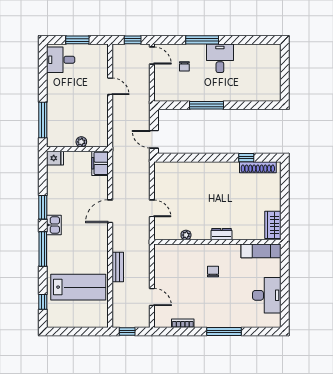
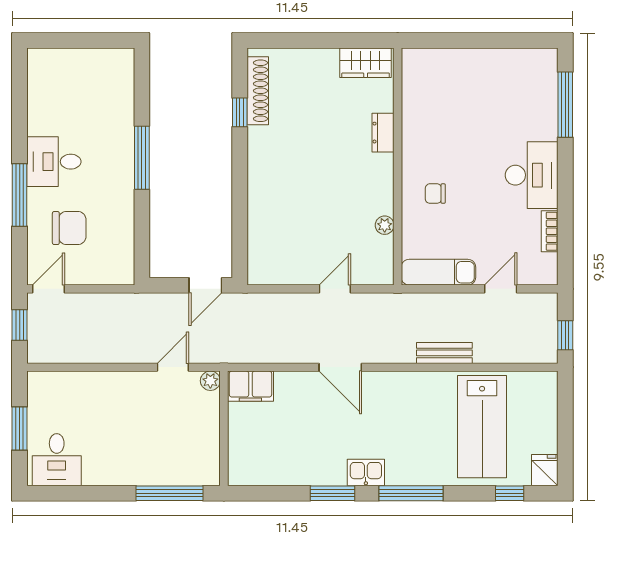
chair: (184, 66) -> (69, 228), width x1.87, depth x1.87
door: (110, 86) -> (173, 367), moved
window: (206, 105) -> (142, 158), moved
plant: (81, 142) -> (210, 381), moved
fridge: (55, 158) -> (545, 470), moved
dresser: (222, 234) -> (383, 133), moved
exam couch: (261, 251) -> (438, 272), moved, turned -90
chair: (213, 272) -> (435, 194), moved
lab bench: (78, 287) -> (482, 427), turned 180
desk: (267, 295) -> (532, 175), moved, turned 90
window: (224, 332) -> (565, 105), moved

